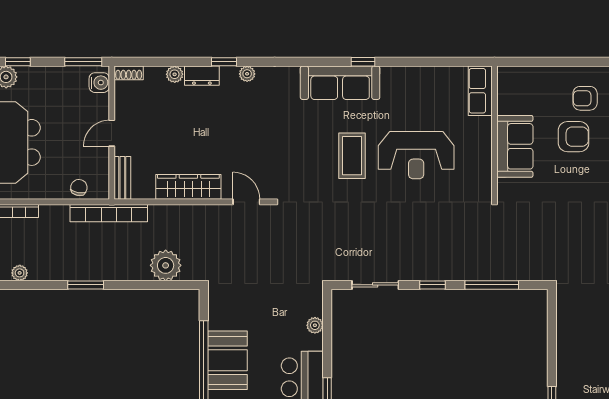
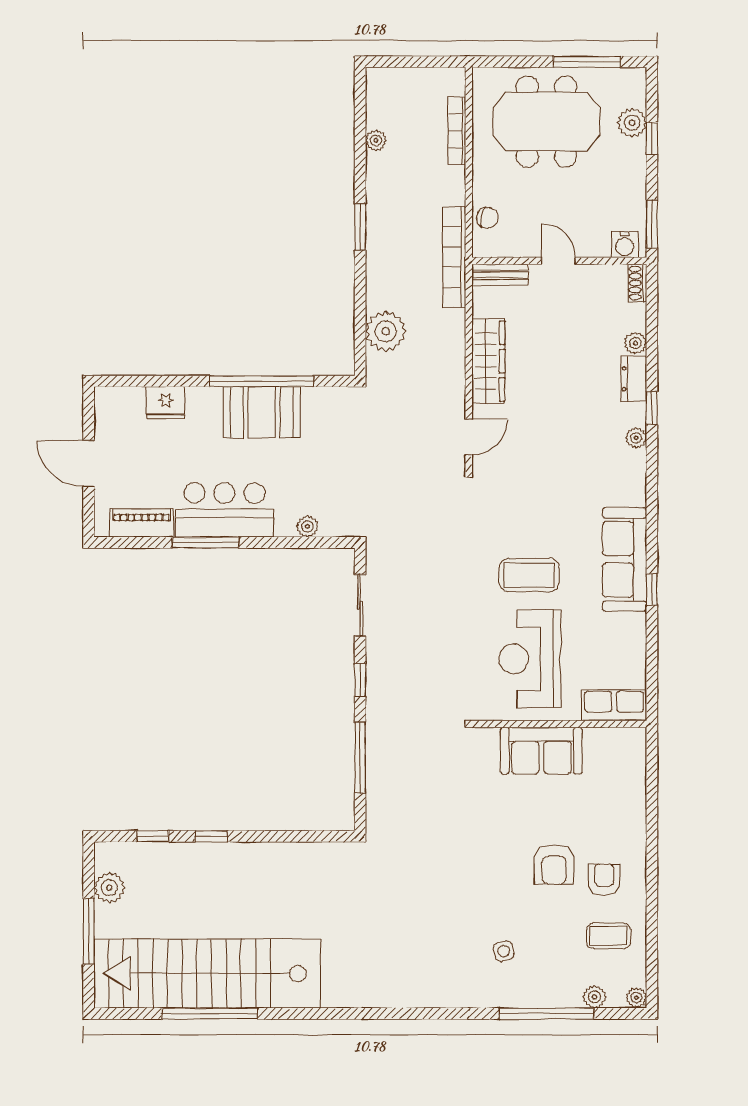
row of seats: (480, 91) -> (614, 705), moved
wall: (495, 133) -> (559, 724), moved
sofa: (515, 146) -> (541, 751), moved

